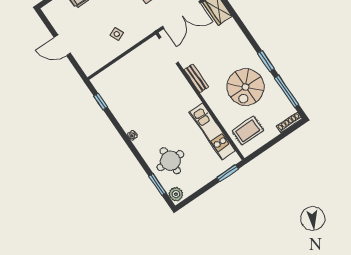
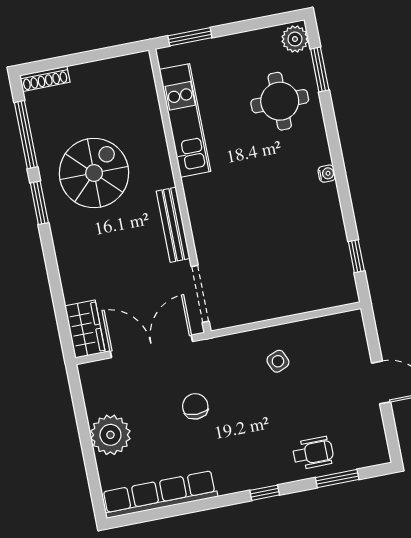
bench: (196, 78) -> (173, 225), width x1.36
rug: (248, 131) -> (123, 95), removed

